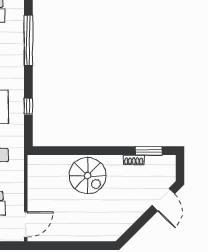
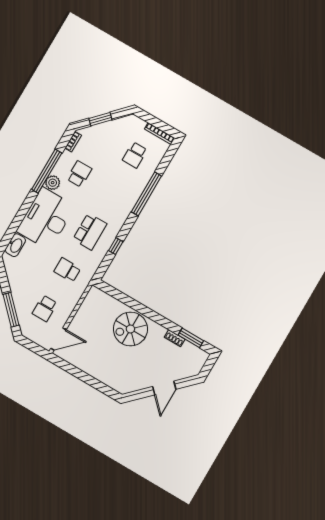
spiral stairs: (88, 176) -> (130, 329), turned 90
door: (163, 200) -> (164, 388), moved

